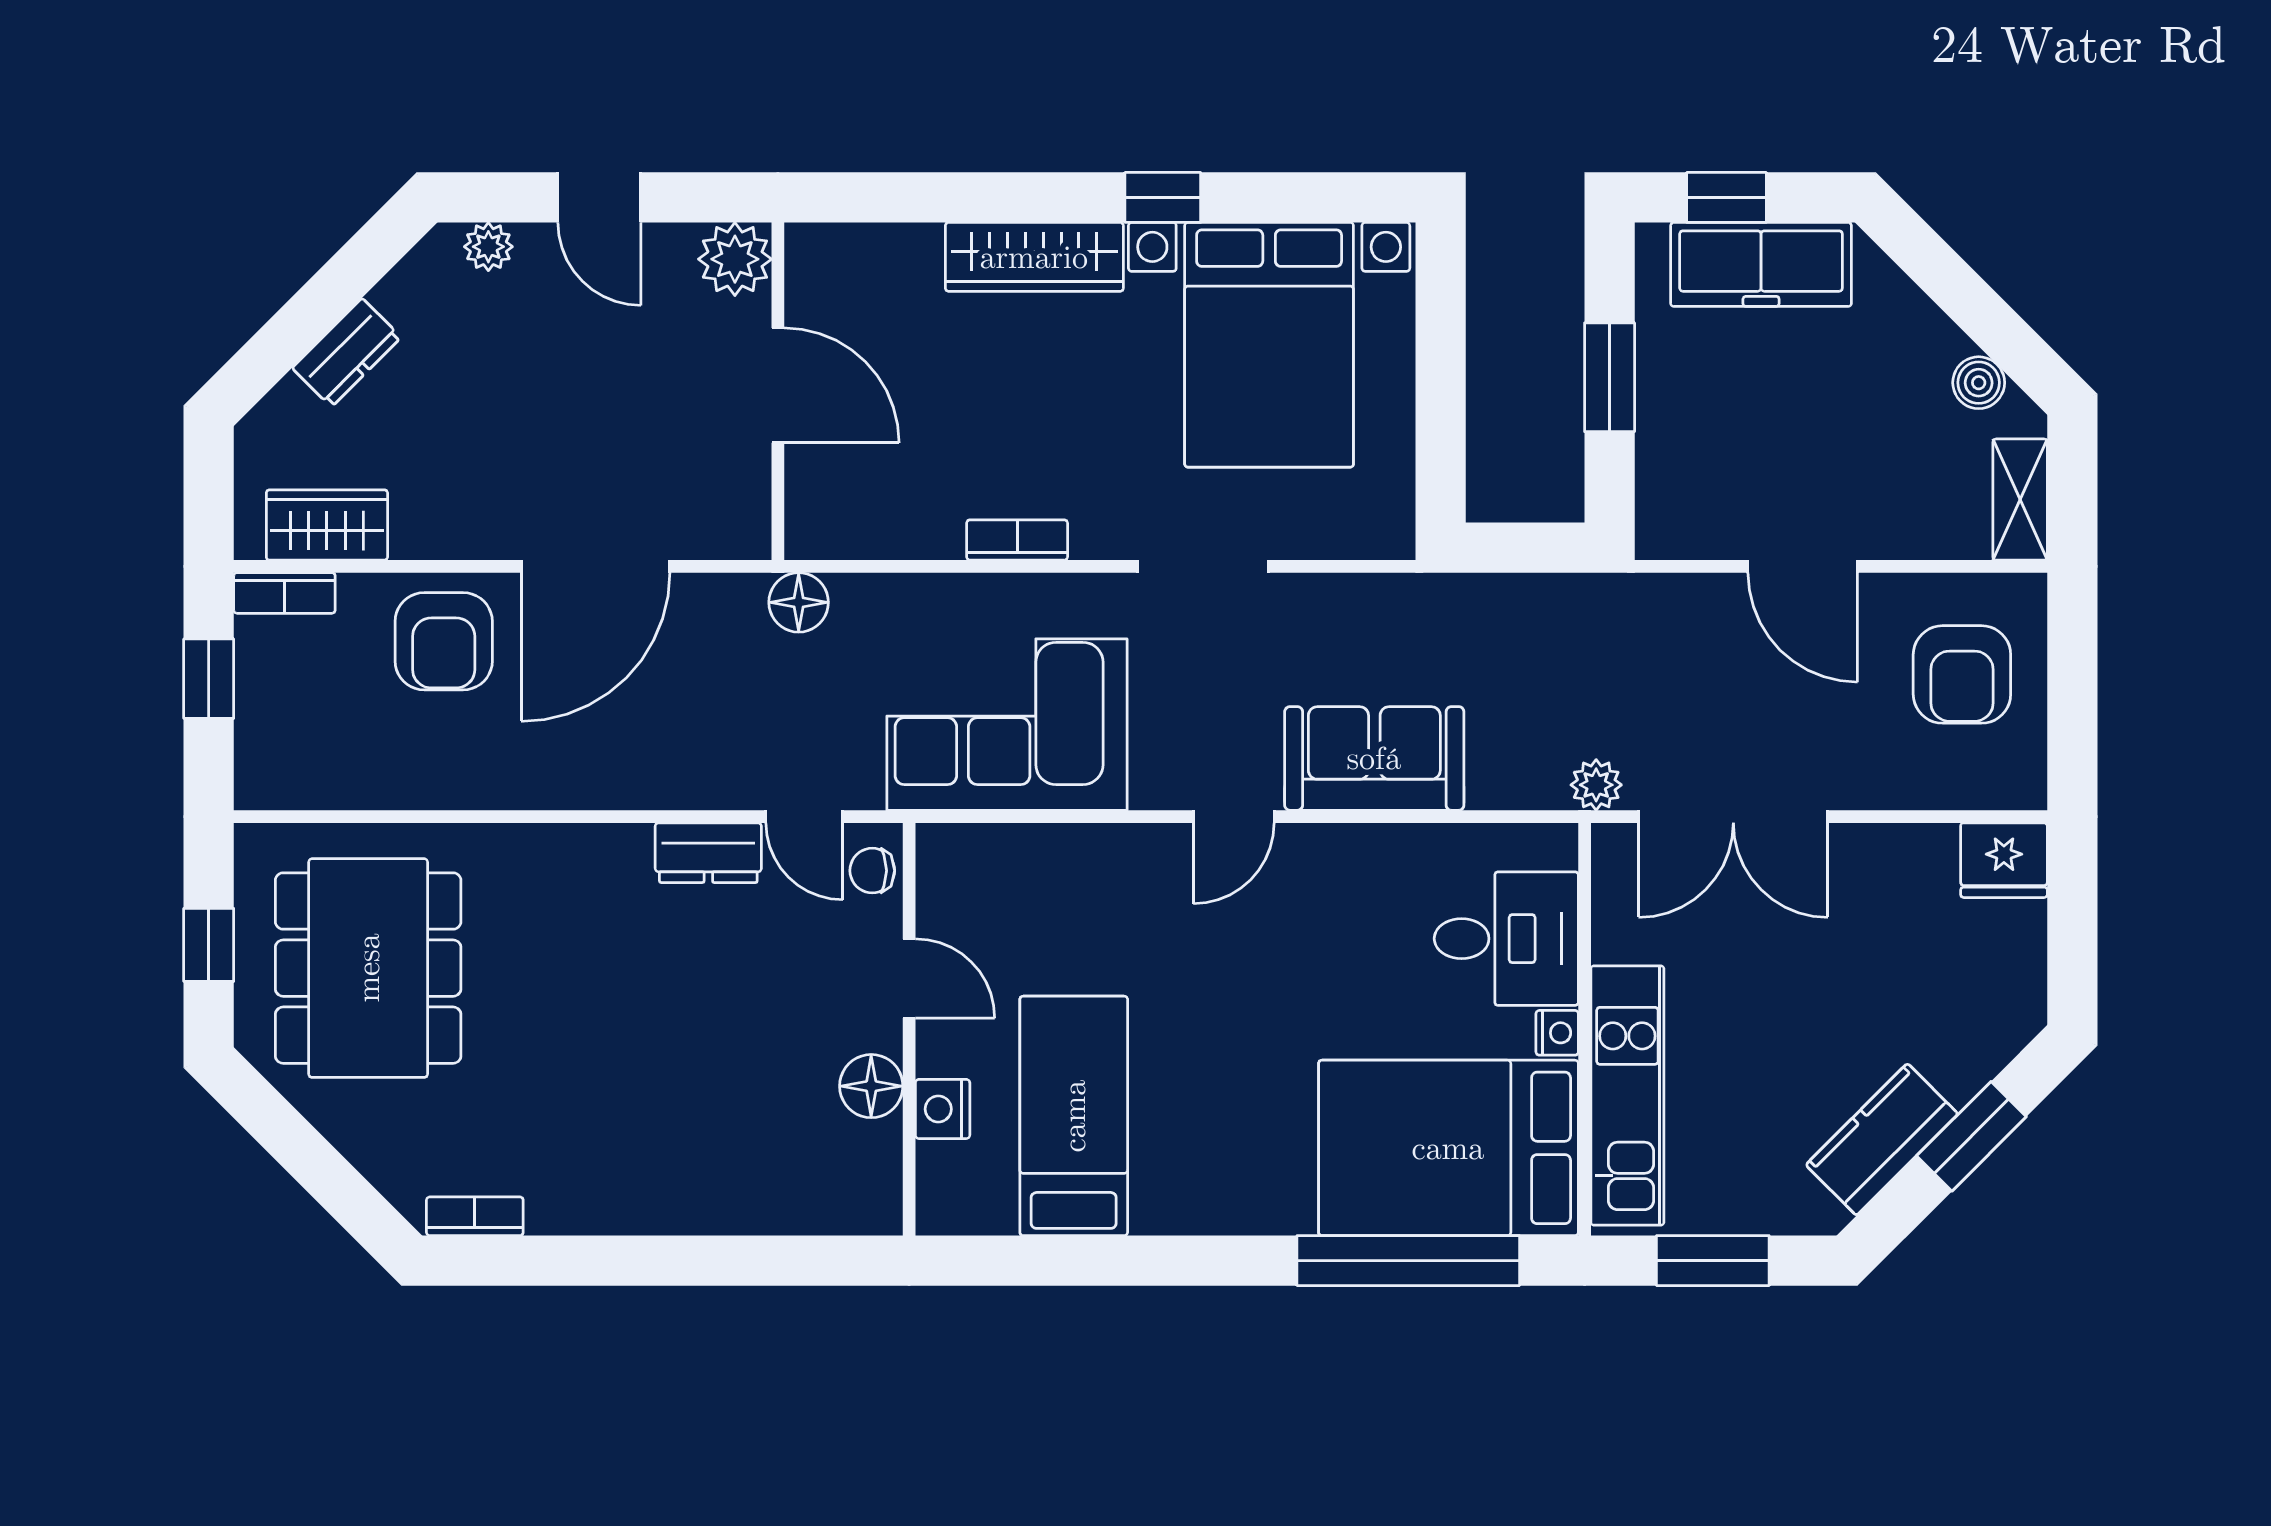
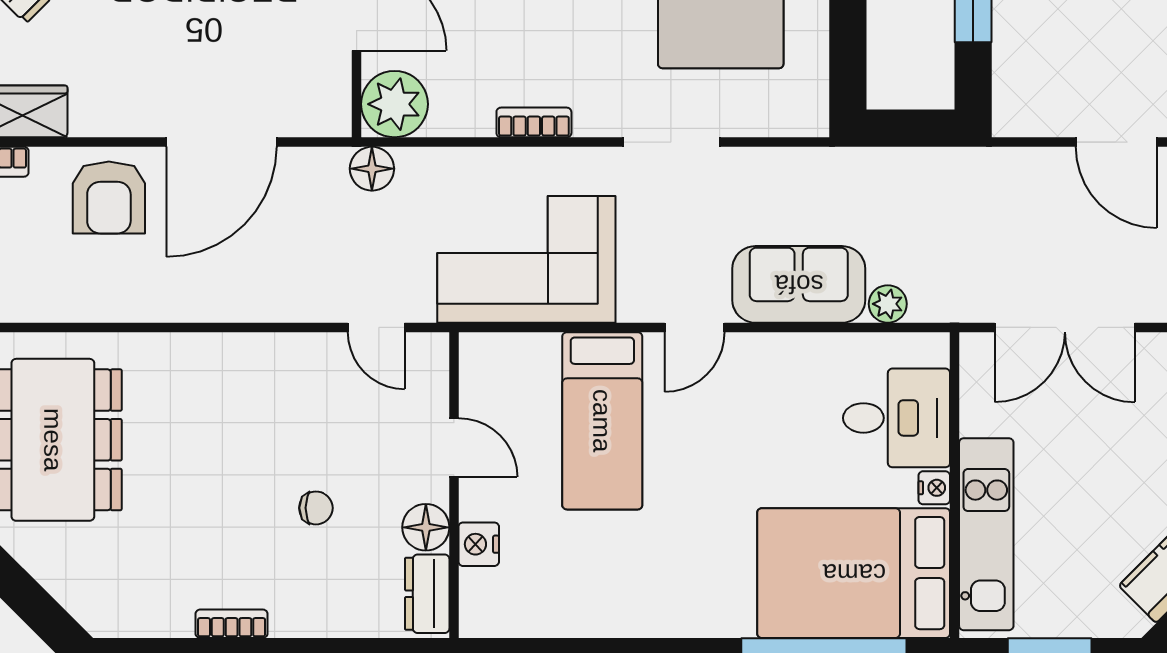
plant: (829, 515) -> (394, 104), added
plant: (1596, 785) -> (888, 304), moved
dresser: (708, 853) -> (427, 594), moved, turned 90
chair: (872, 871) -> (316, 508), moved, turned 180
bed: (1074, 1116) -> (602, 421), moved, turned 180
bookcase: (475, 1216) -> (232, 624), moved

